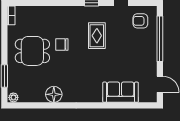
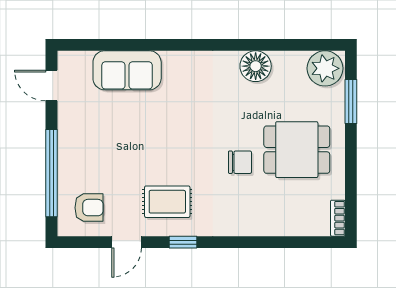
rug: (97, 36) -> (167, 202), moved, turned 90
plant: (13, 97) -> (325, 68), width x1.88, depth x1.88

